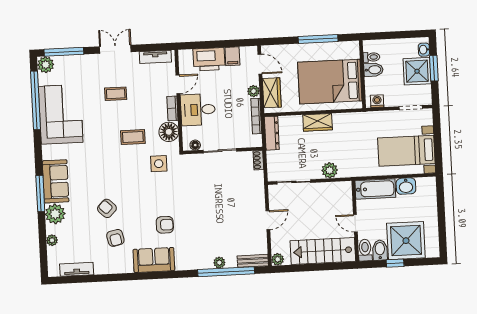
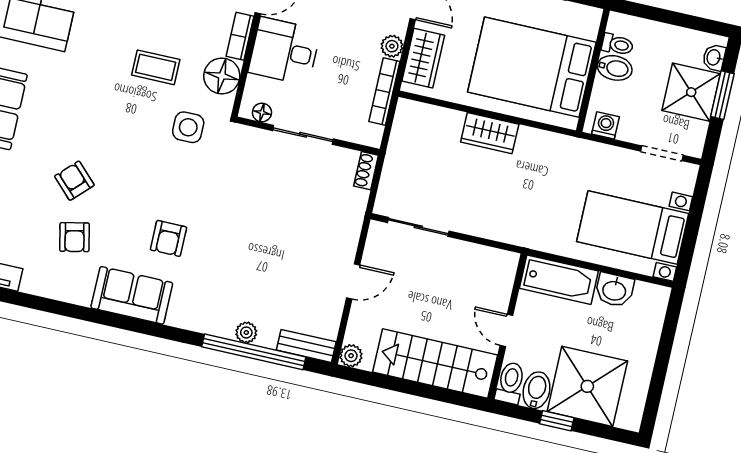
dresser: (272, 133) -> (403, 130), removed
plant: (330, 170) -> (487, 224), removed
armchair: (165, 225) -> (169, 238), turned 90

